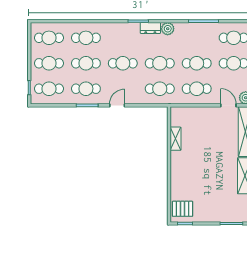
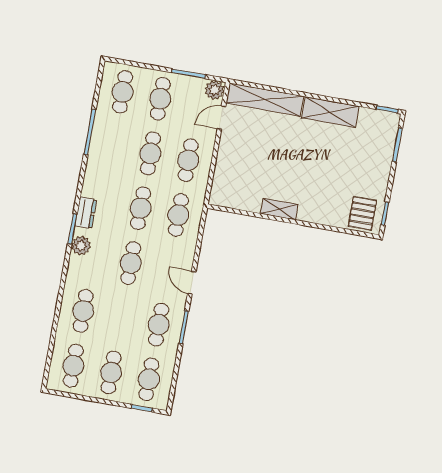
plant: (168, 29) -> (81, 246), moved
cafe table: (86, 63) -> (121, 318), removed
shelving: (175, 139) -> (279, 209), moved

